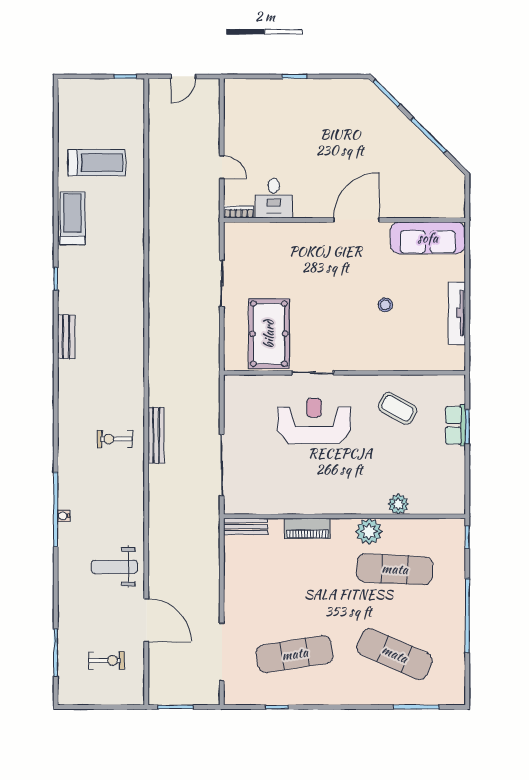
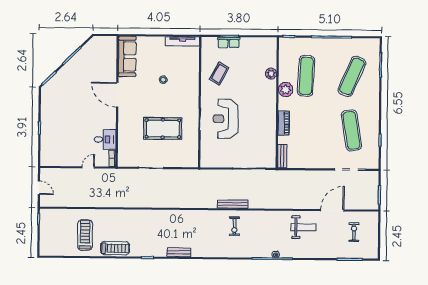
treadmill: (73, 218) -> (115, 248), turned 180
tv unit: (457, 313) -> (182, 41), moved
pool table: (269, 334) -> (163, 129), moved
weight bench: (114, 567) -> (303, 227), turned -90

